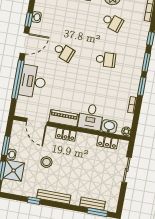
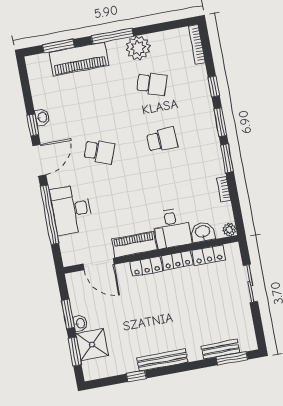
locker: (87, 138) -> (177, 260), added
stool: (46, 162) -> (134, 315), removed

